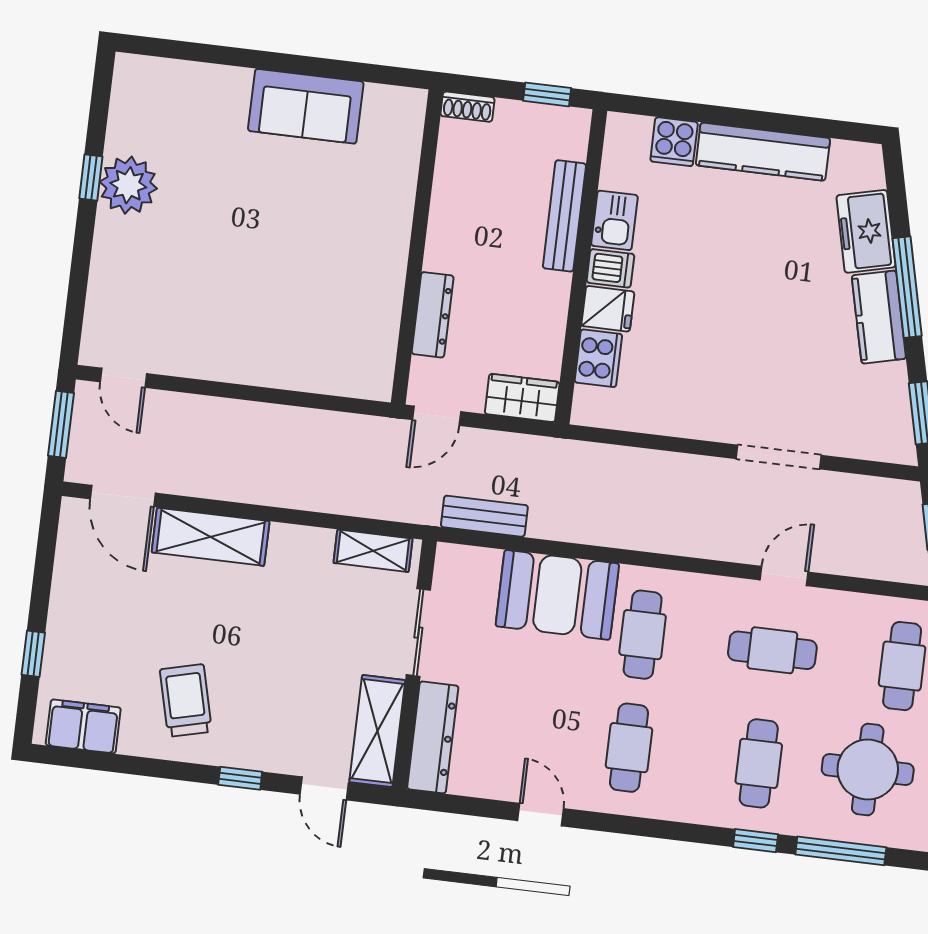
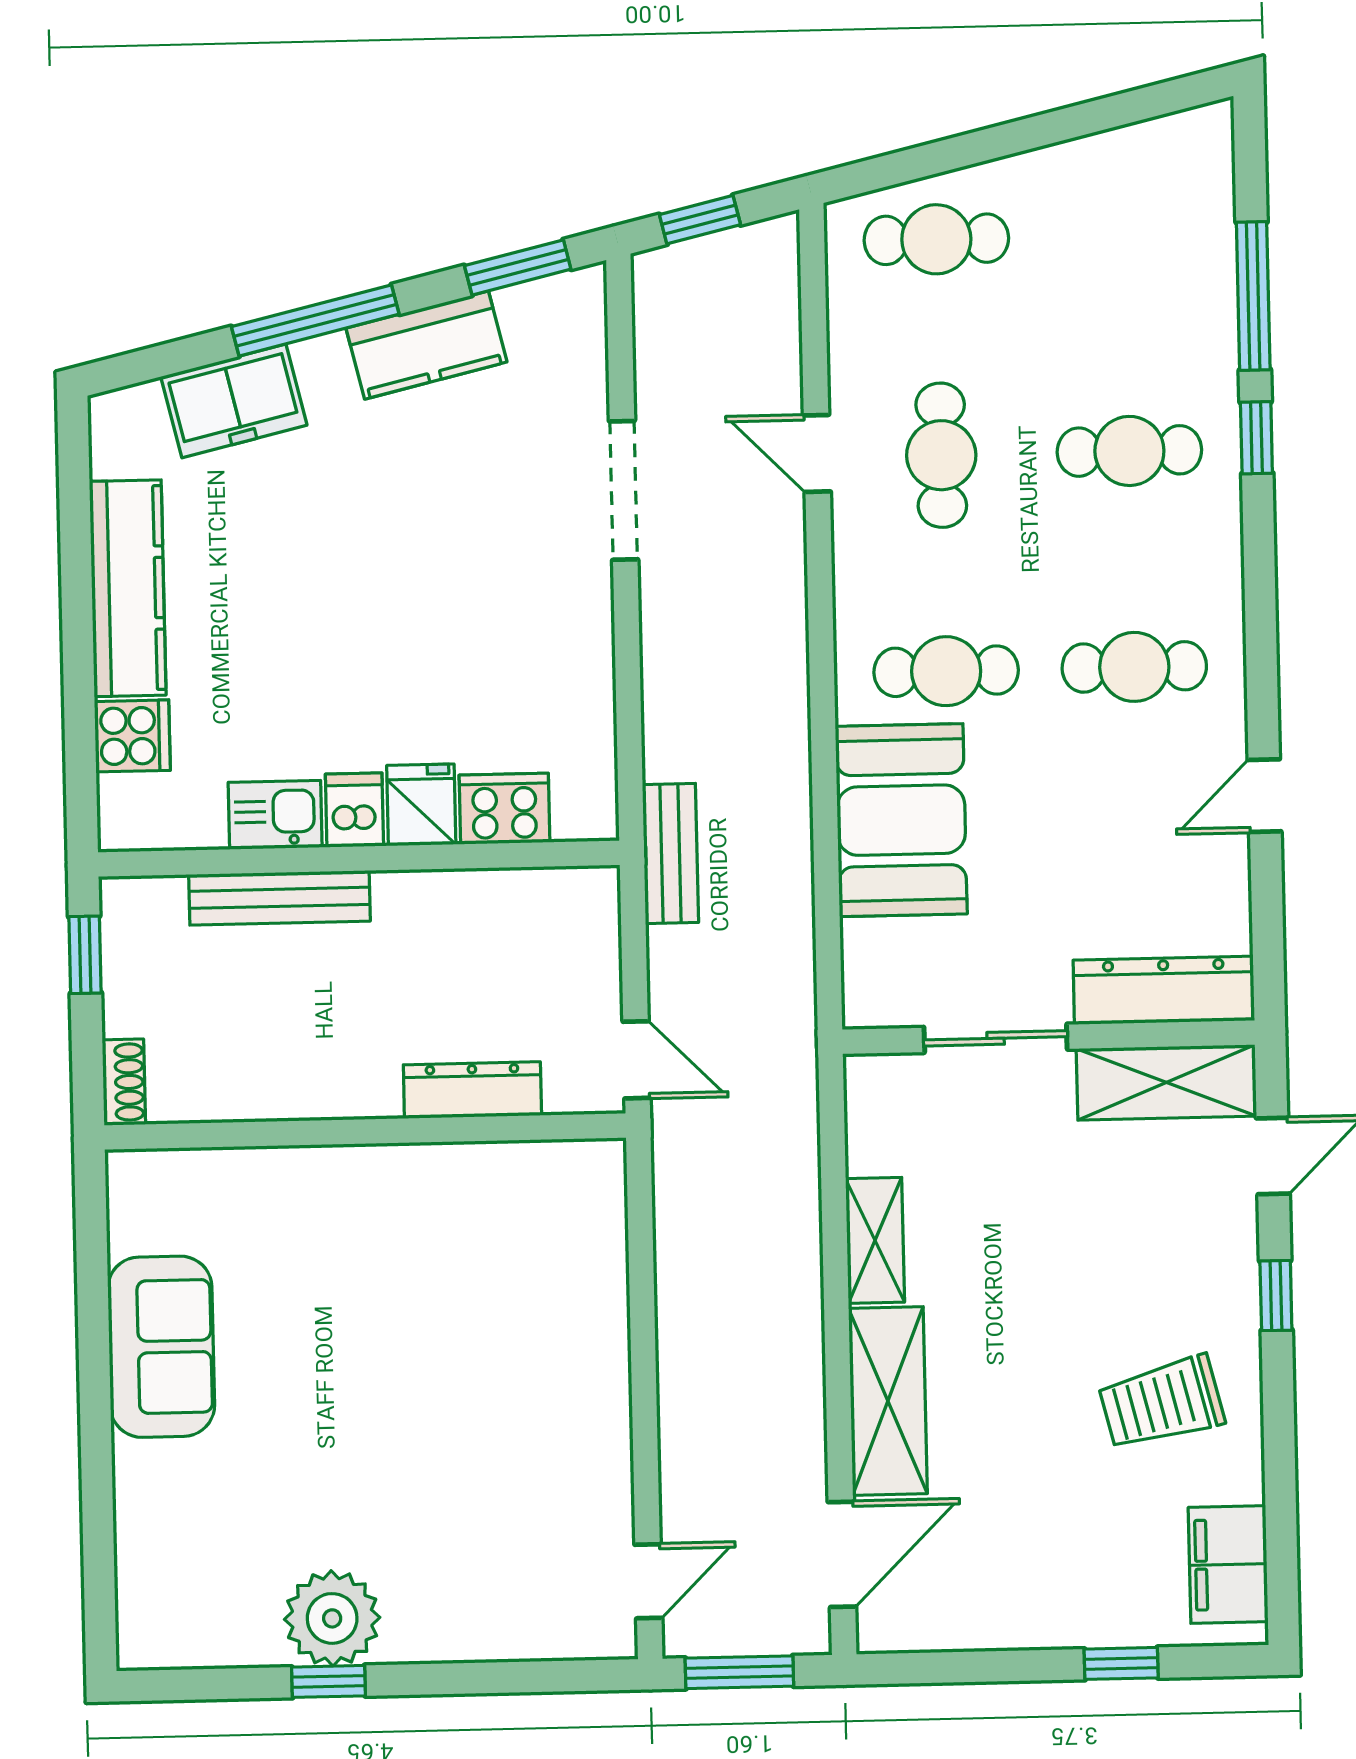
kitchen counter: (879, 317) -> (426, 345), moved
wardrobe: (522, 398) -> (587, 924), removed
bench: (484, 516) -> (670, 853), moved
shelving: (373, 551) -> (875, 1240), moved
round table: (868, 769) -> (1114, 271), removed

